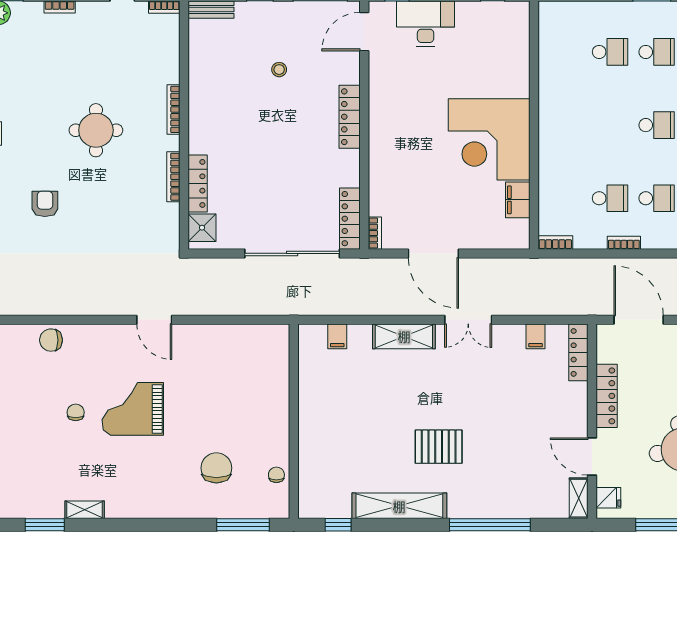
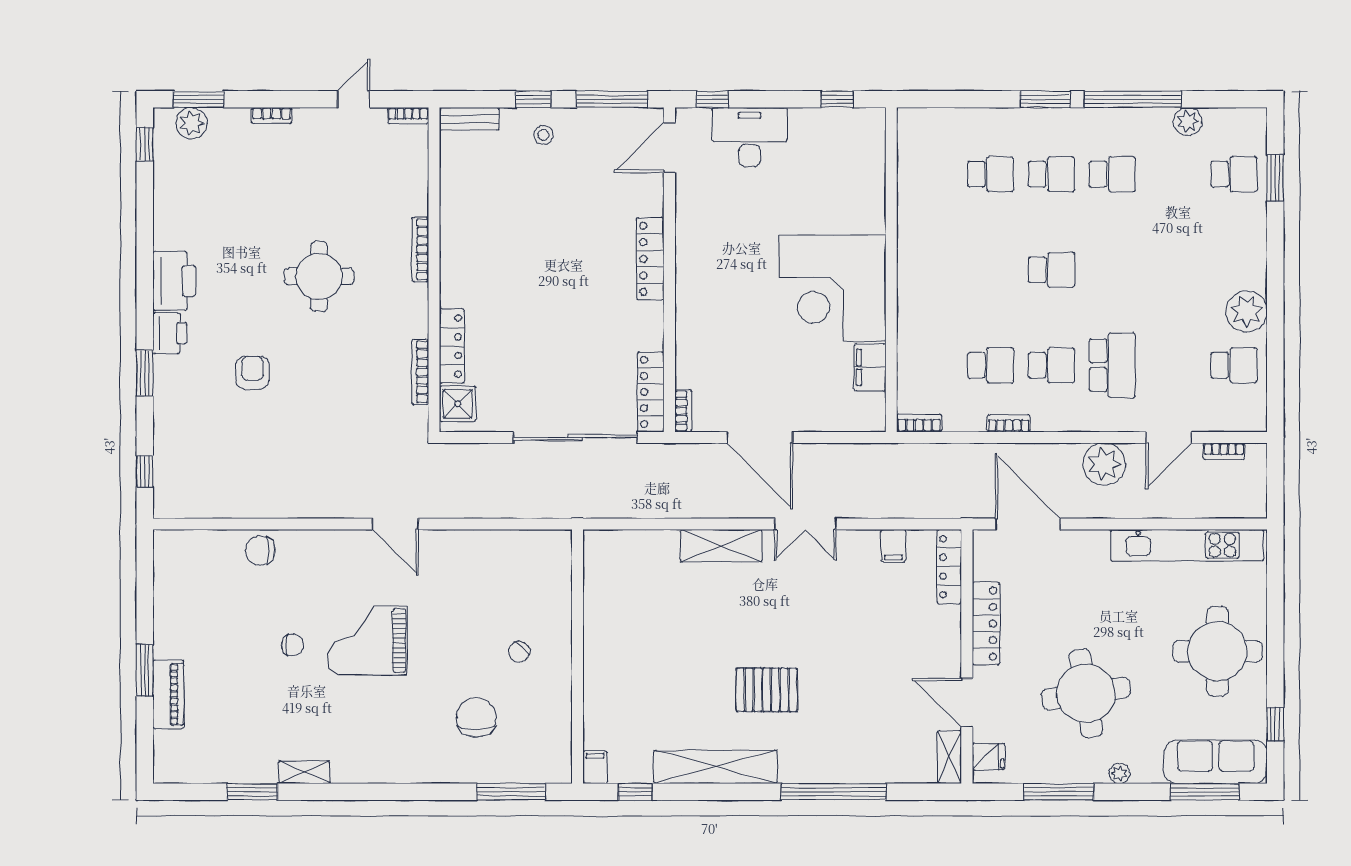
stool: (279, 70) -> (543, 135), moved
bookcase: (173, 177) -> (420, 372), moved
filing cabinet: (337, 336) -> (595, 767), moved, turned 180
chair: (76, 412) -> (293, 645), turned 90
chair: (276, 475) -> (519, 652), moved, turned -140

